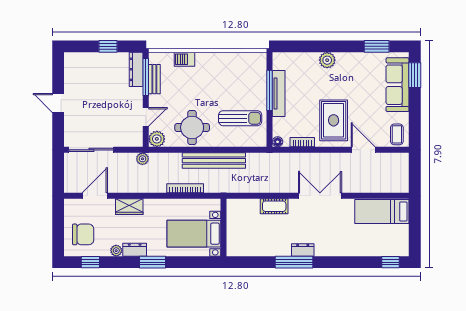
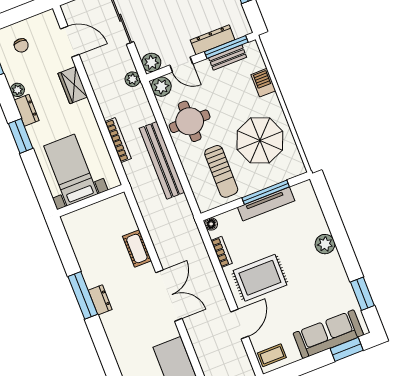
dresser: (136, 69) -> (213, 40), moved
parasol: (228, 79) -> (260, 140), added
plant: (135, 139) -> (151, 62), added
chair: (83, 234) -> (21, 45), width x0.54, depth x0.54

